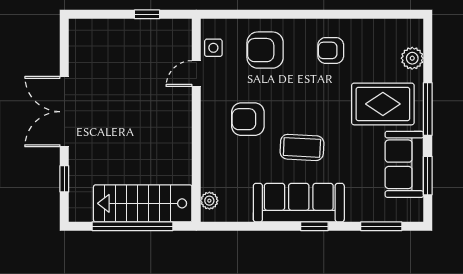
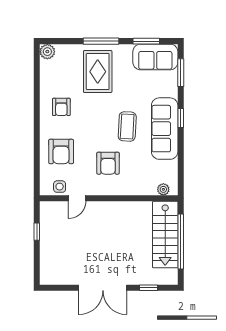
plant: (412, 58) -> (47, 52), moved
door: (196, 74) -> (77, 198), hinge flipped
sofa: (404, 164) -> (155, 57), moved

